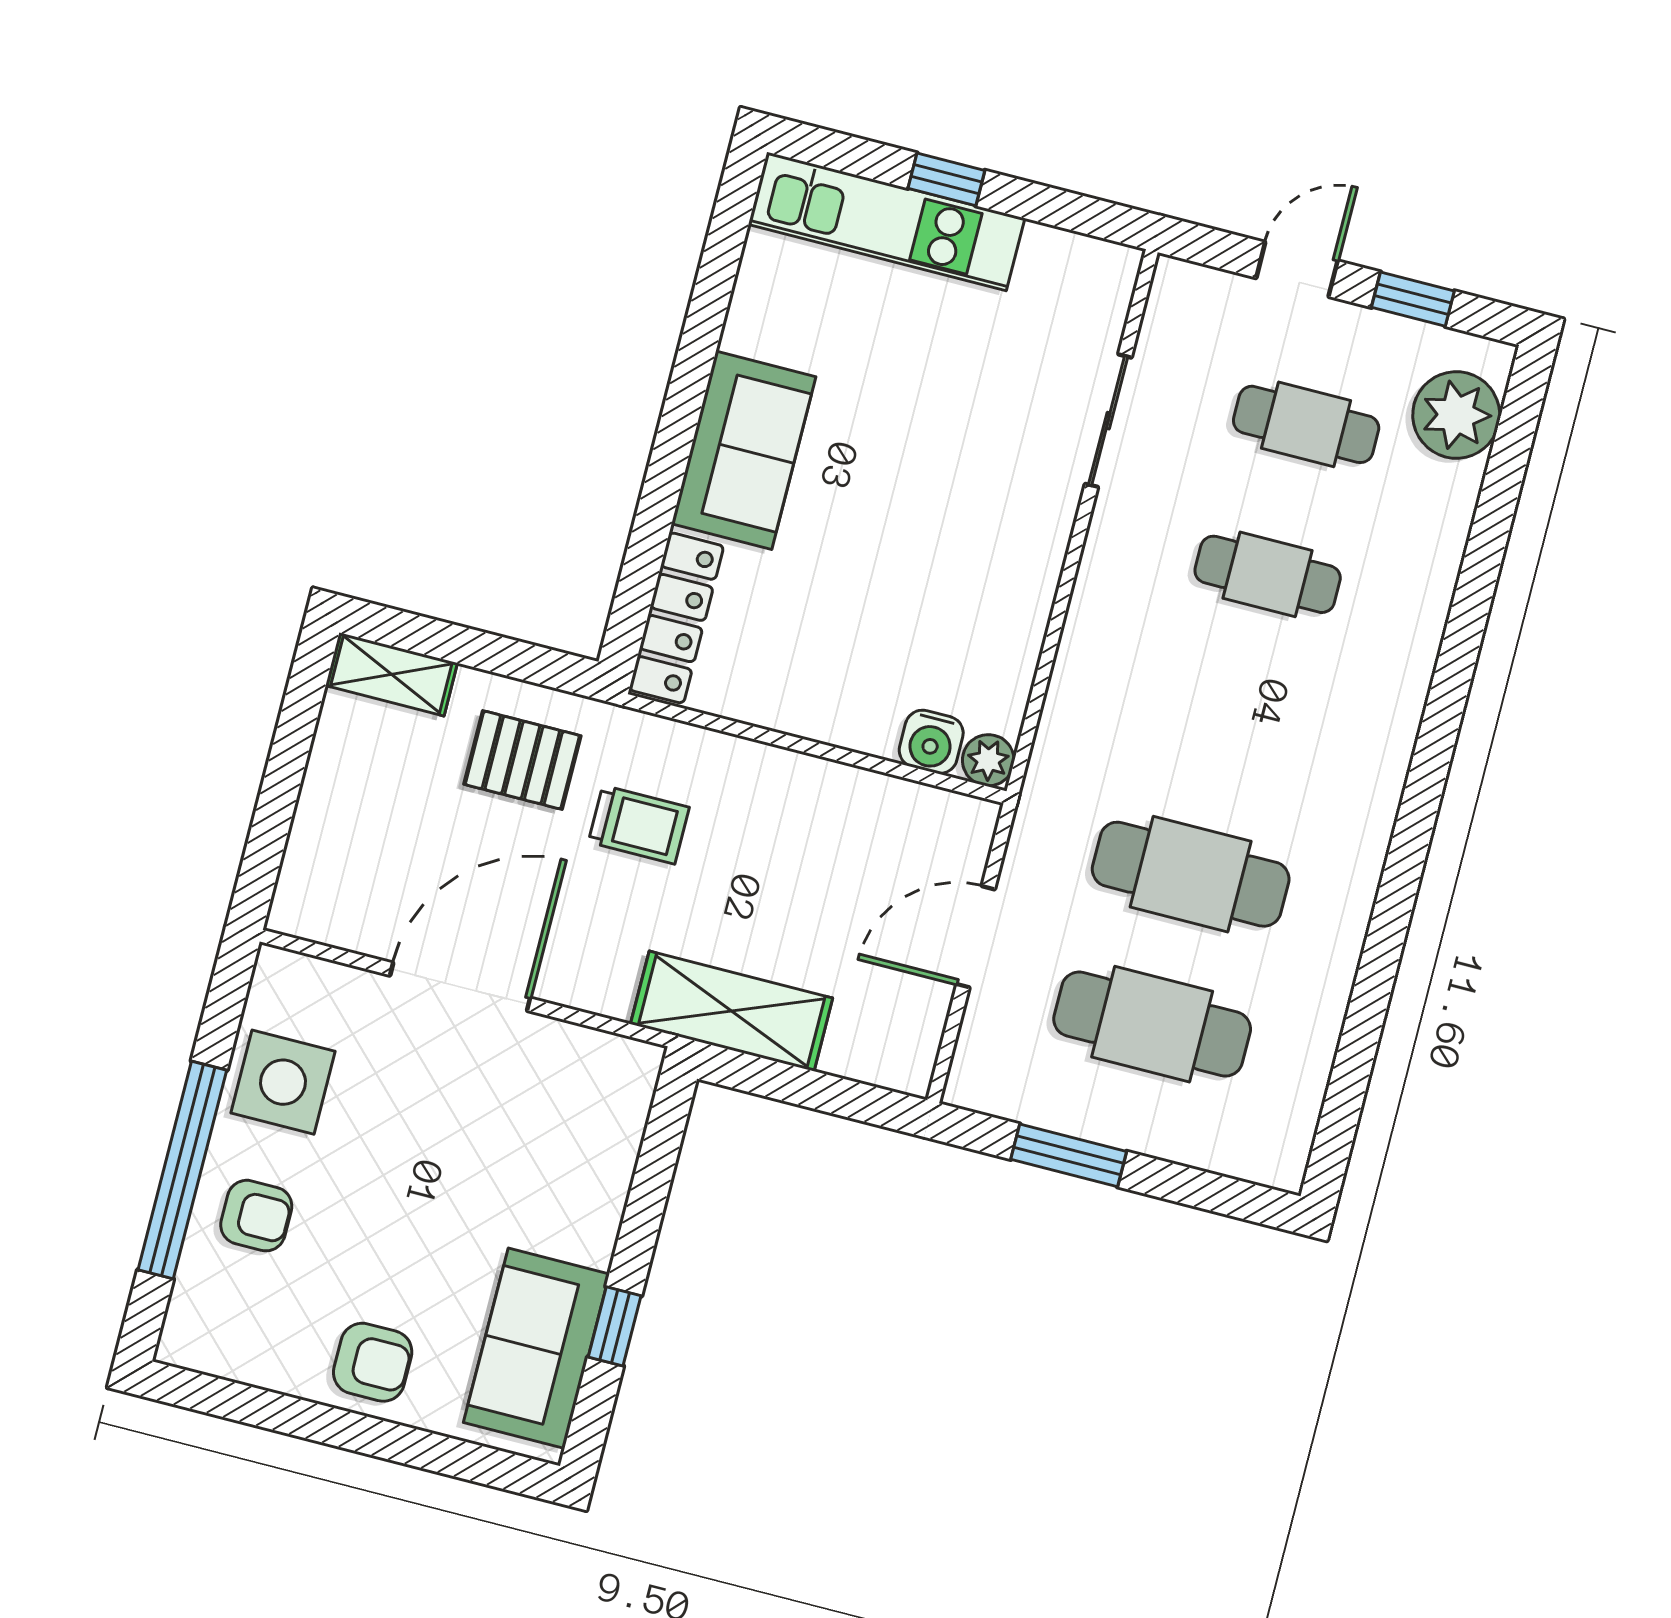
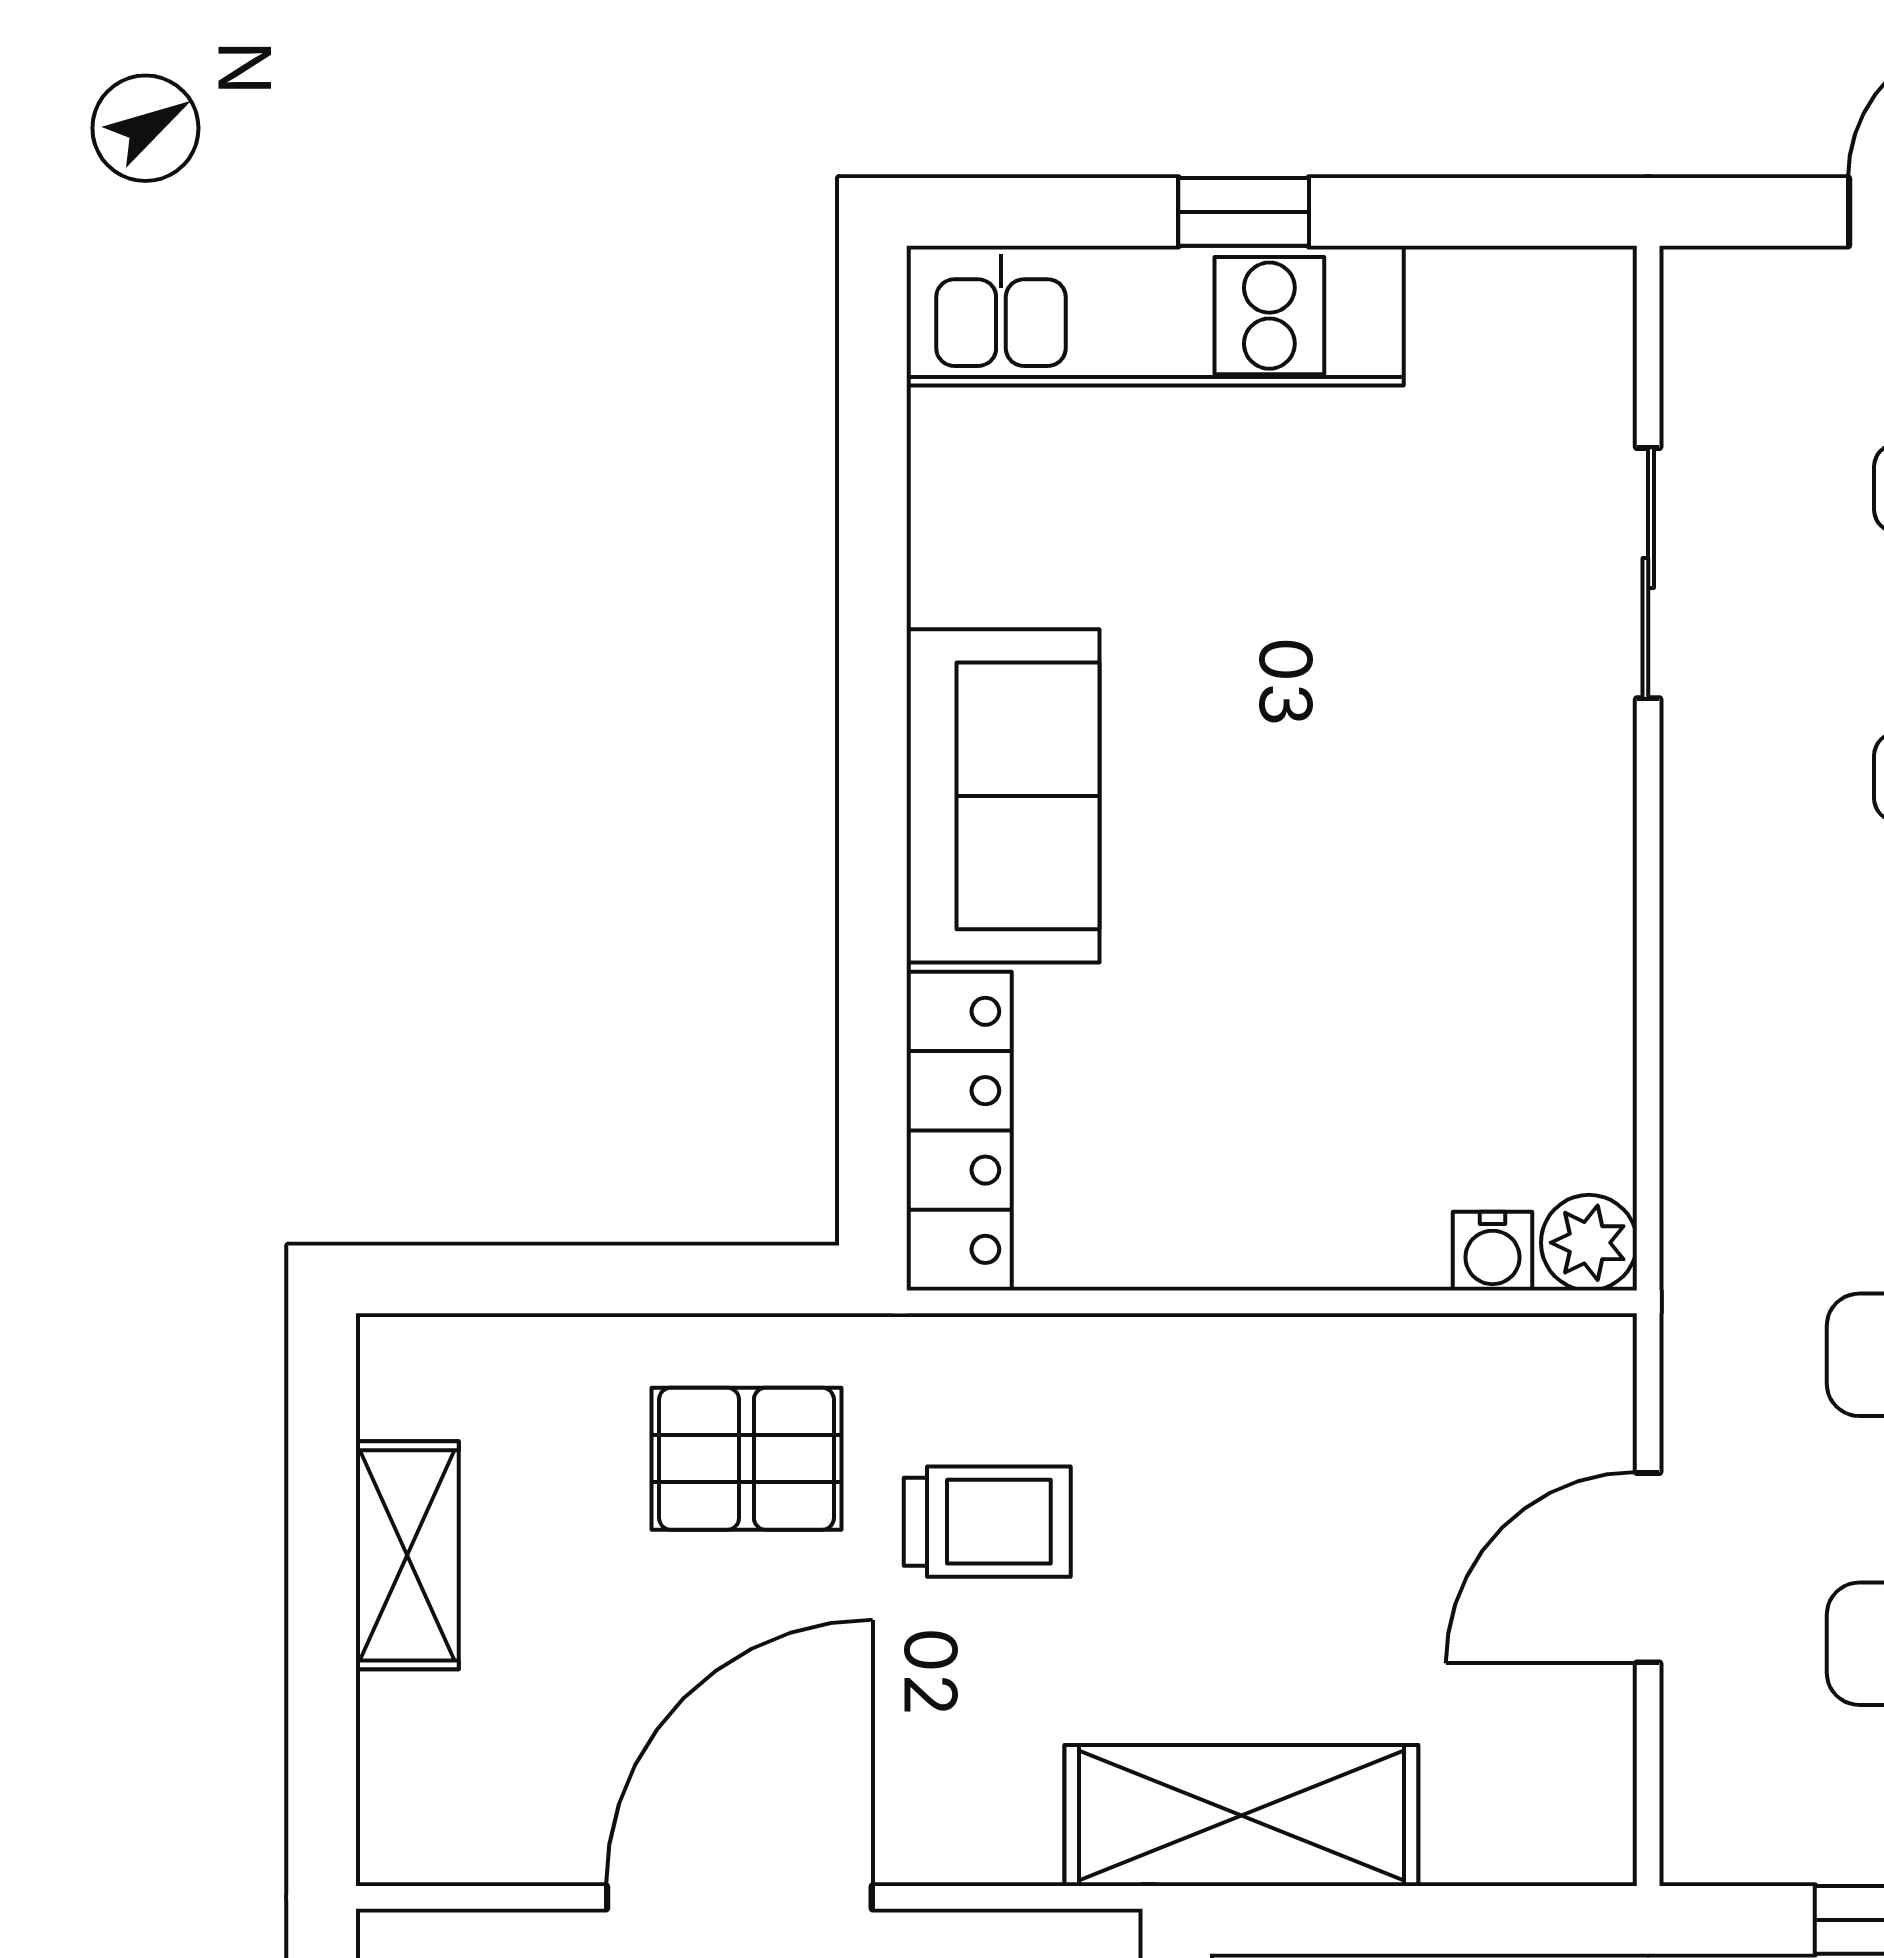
shelving: (391, 674) -> (407, 1555), moved, turned 90
water cooler: (931, 742) -> (1492, 1251), width x0.72, depth x0.72

